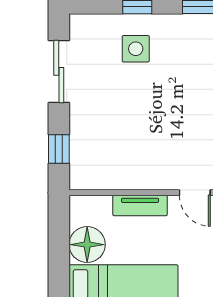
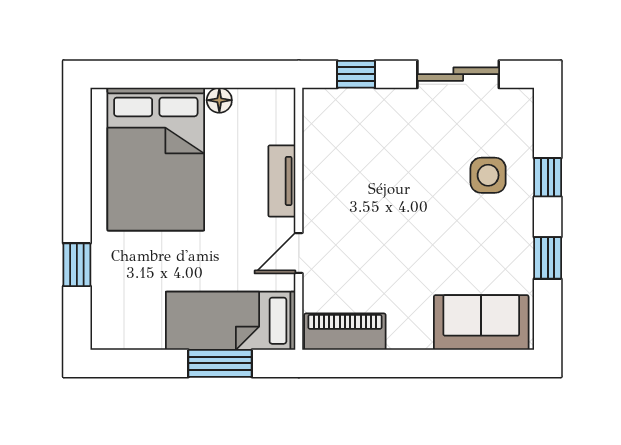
floor lamp: (87, 245) -> (219, 100), width x0.53, depth x0.53

